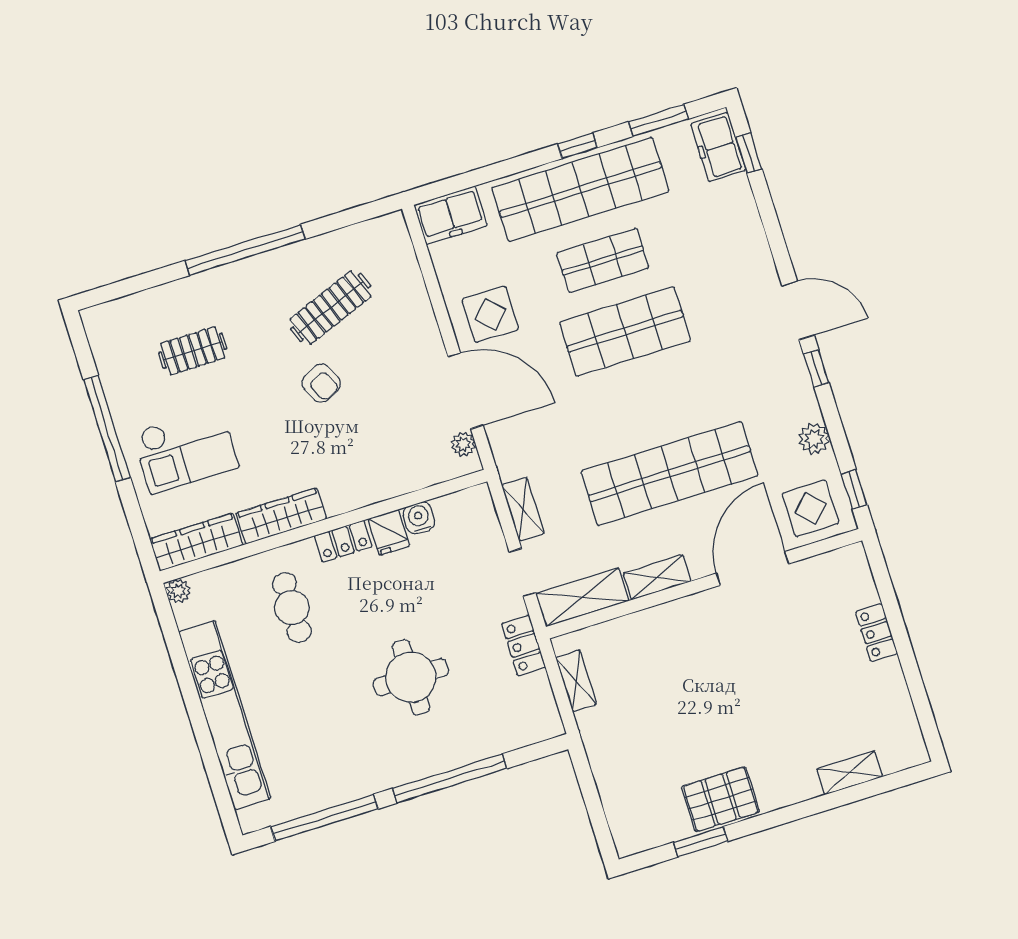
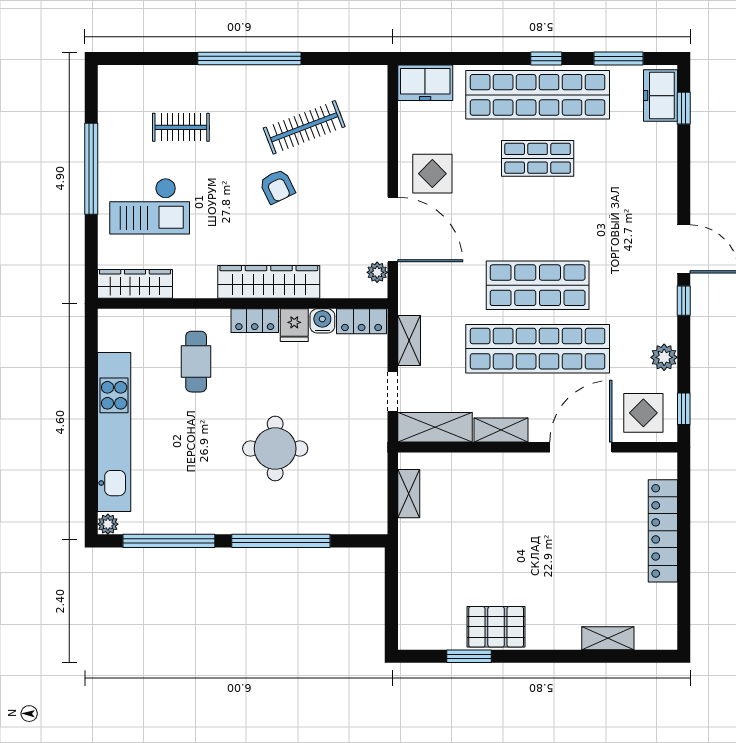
shop shelf: (625, 331) -> (538, 285), moved
wardrobe: (281, 516) -> (269, 282), moved, width x1.40, depth x1.17
plant: (178, 591) -> (108, 524), moved
locker: (876, 633) -> (663, 531), width x2.16, depth x1.21
locker: (524, 645) -> (362, 321), moved, turned -90

